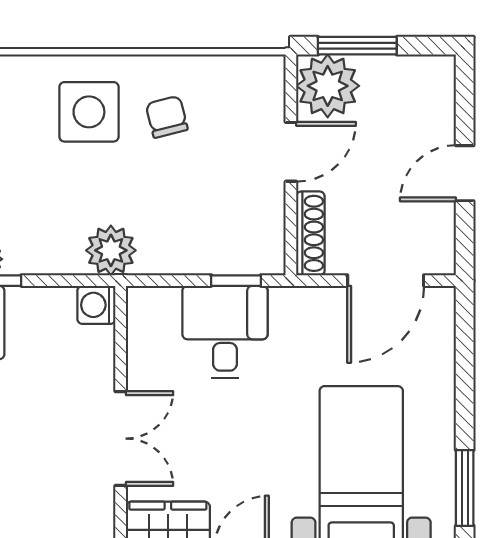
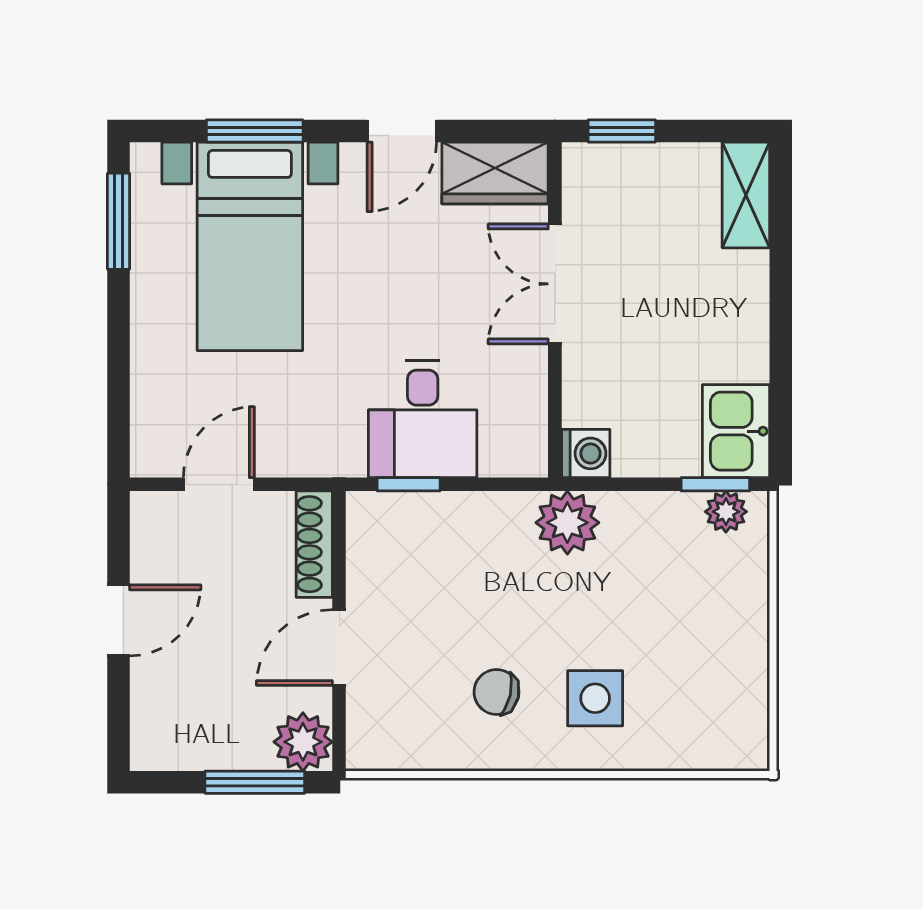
plant: (328, 86) -> (303, 742), width x0.73, depth x0.73
side table: (89, 112) -> (595, 698), width x0.73, depth x0.73
chair: (167, 117) -> (496, 692), turned 117
door: (386, 281) -> (219, 484), width x0.73

